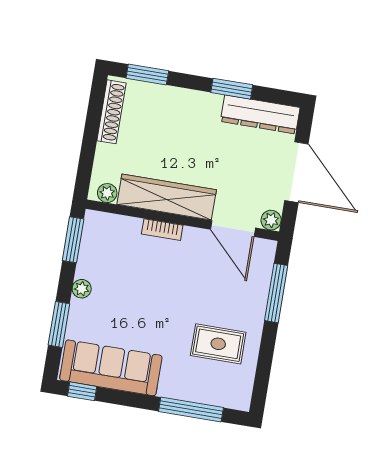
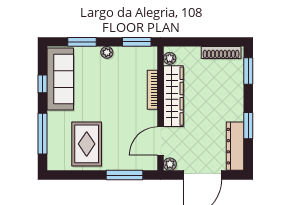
bookcase: (162, 230) -> (152, 90), width x1.56
rug: (218, 344) -> (87, 144), width x1.36, depth x1.43
window: (82, 391) -> (42, 84), moved

